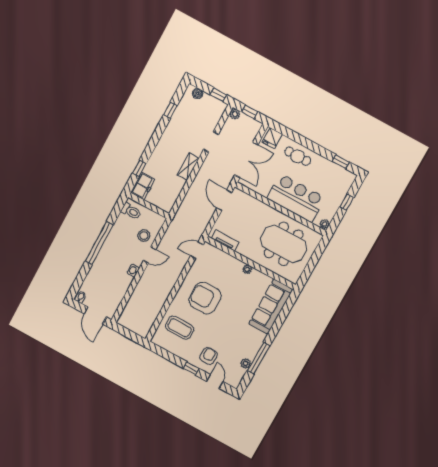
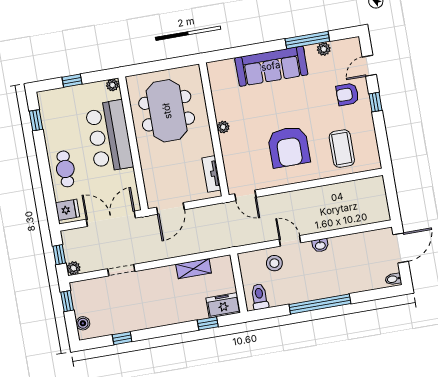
shelving: (188, 167) -> (194, 269), moved
sofa: (271, 307) -> (271, 66), moved

